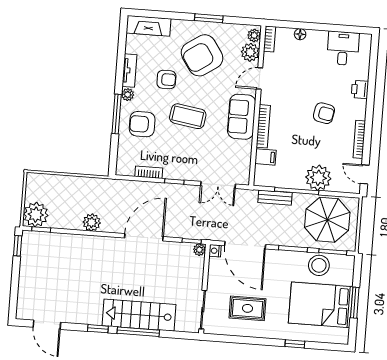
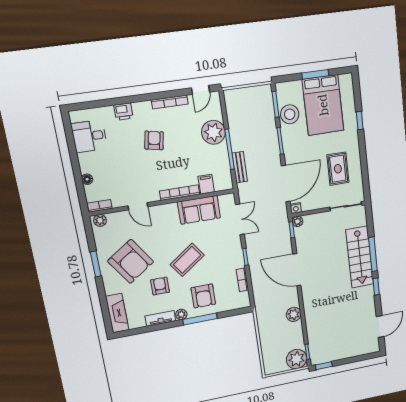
plant: (250, 52) -> (116, 220), removed
coffee table: (188, 116) -> (187, 260), turned 46
sofa: (242, 117) -> (199, 210), moved
parasol: (327, 220) -> (249, 116), removed

